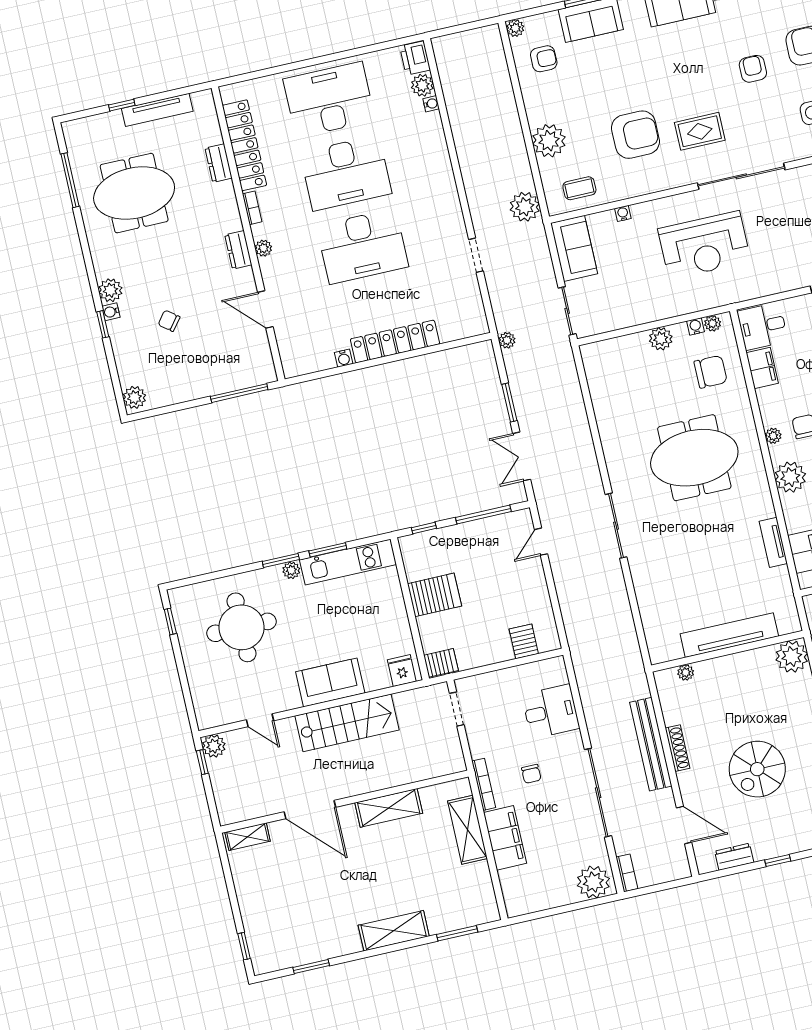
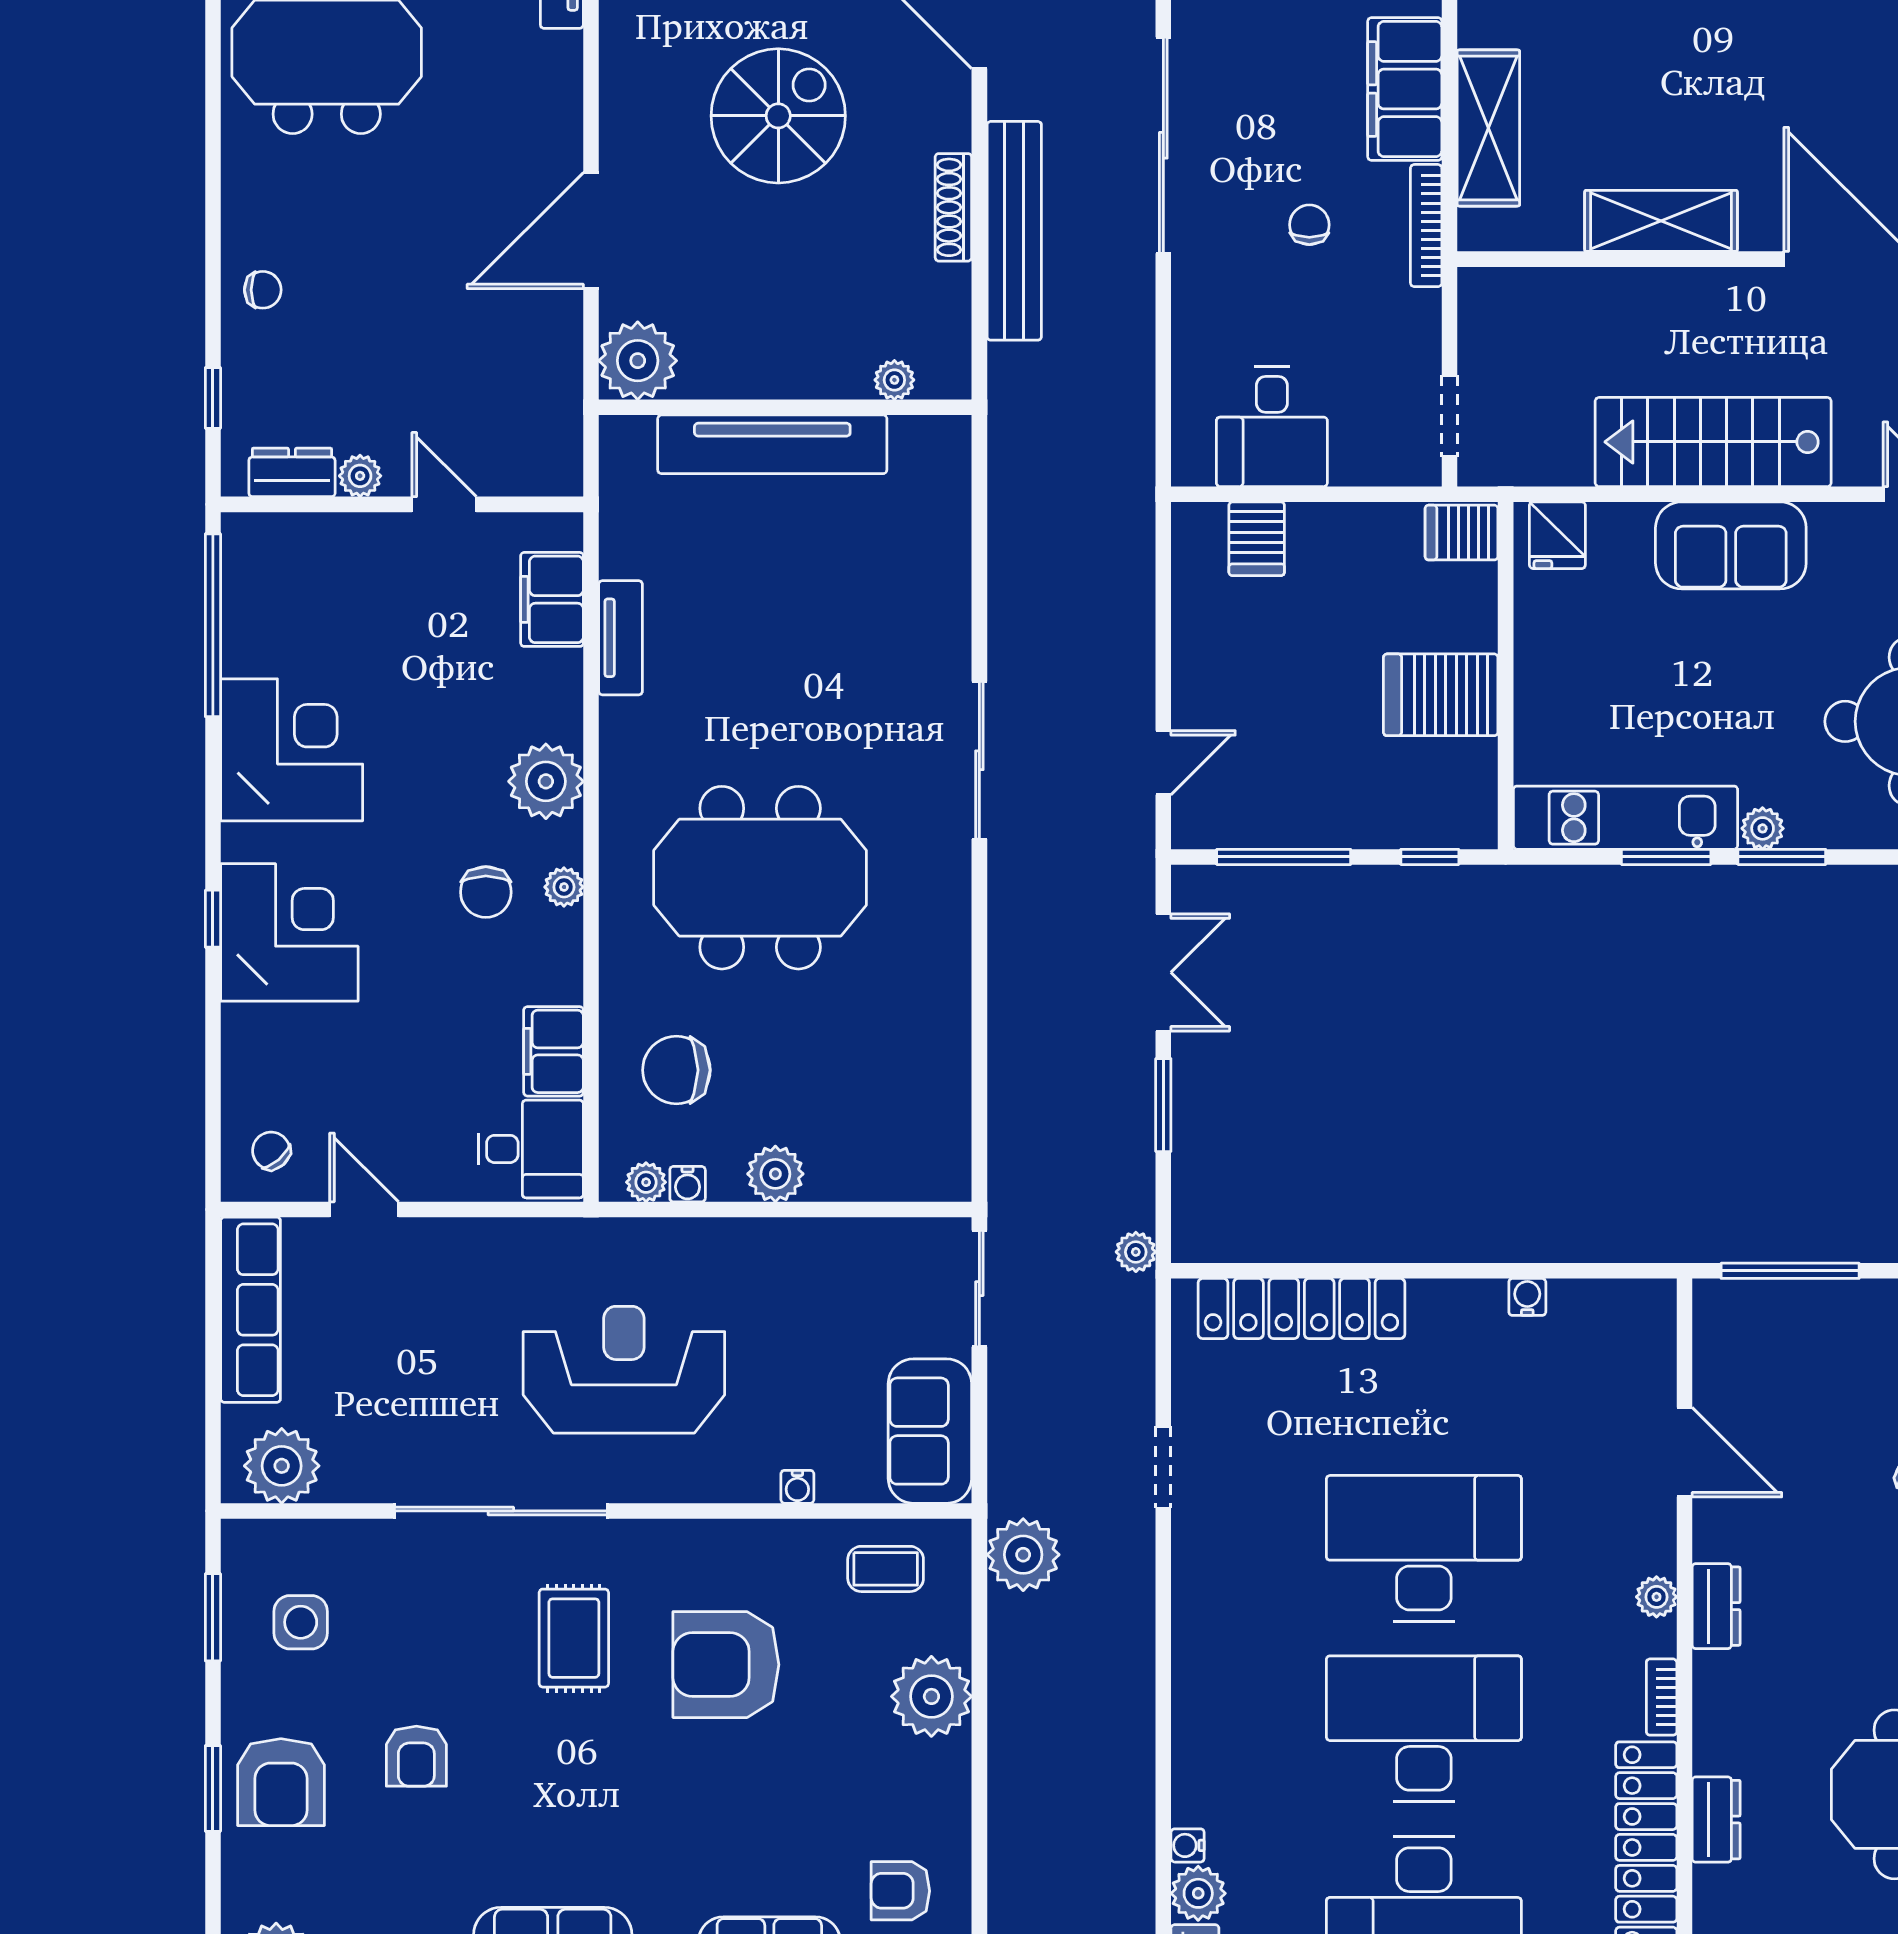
rug: (700, 131) -> (574, 1638), turned 90
locker: (395, 342) -> (1301, 1309), moved
desk: (551, 711) -> (1272, 427), moved, turned -90

